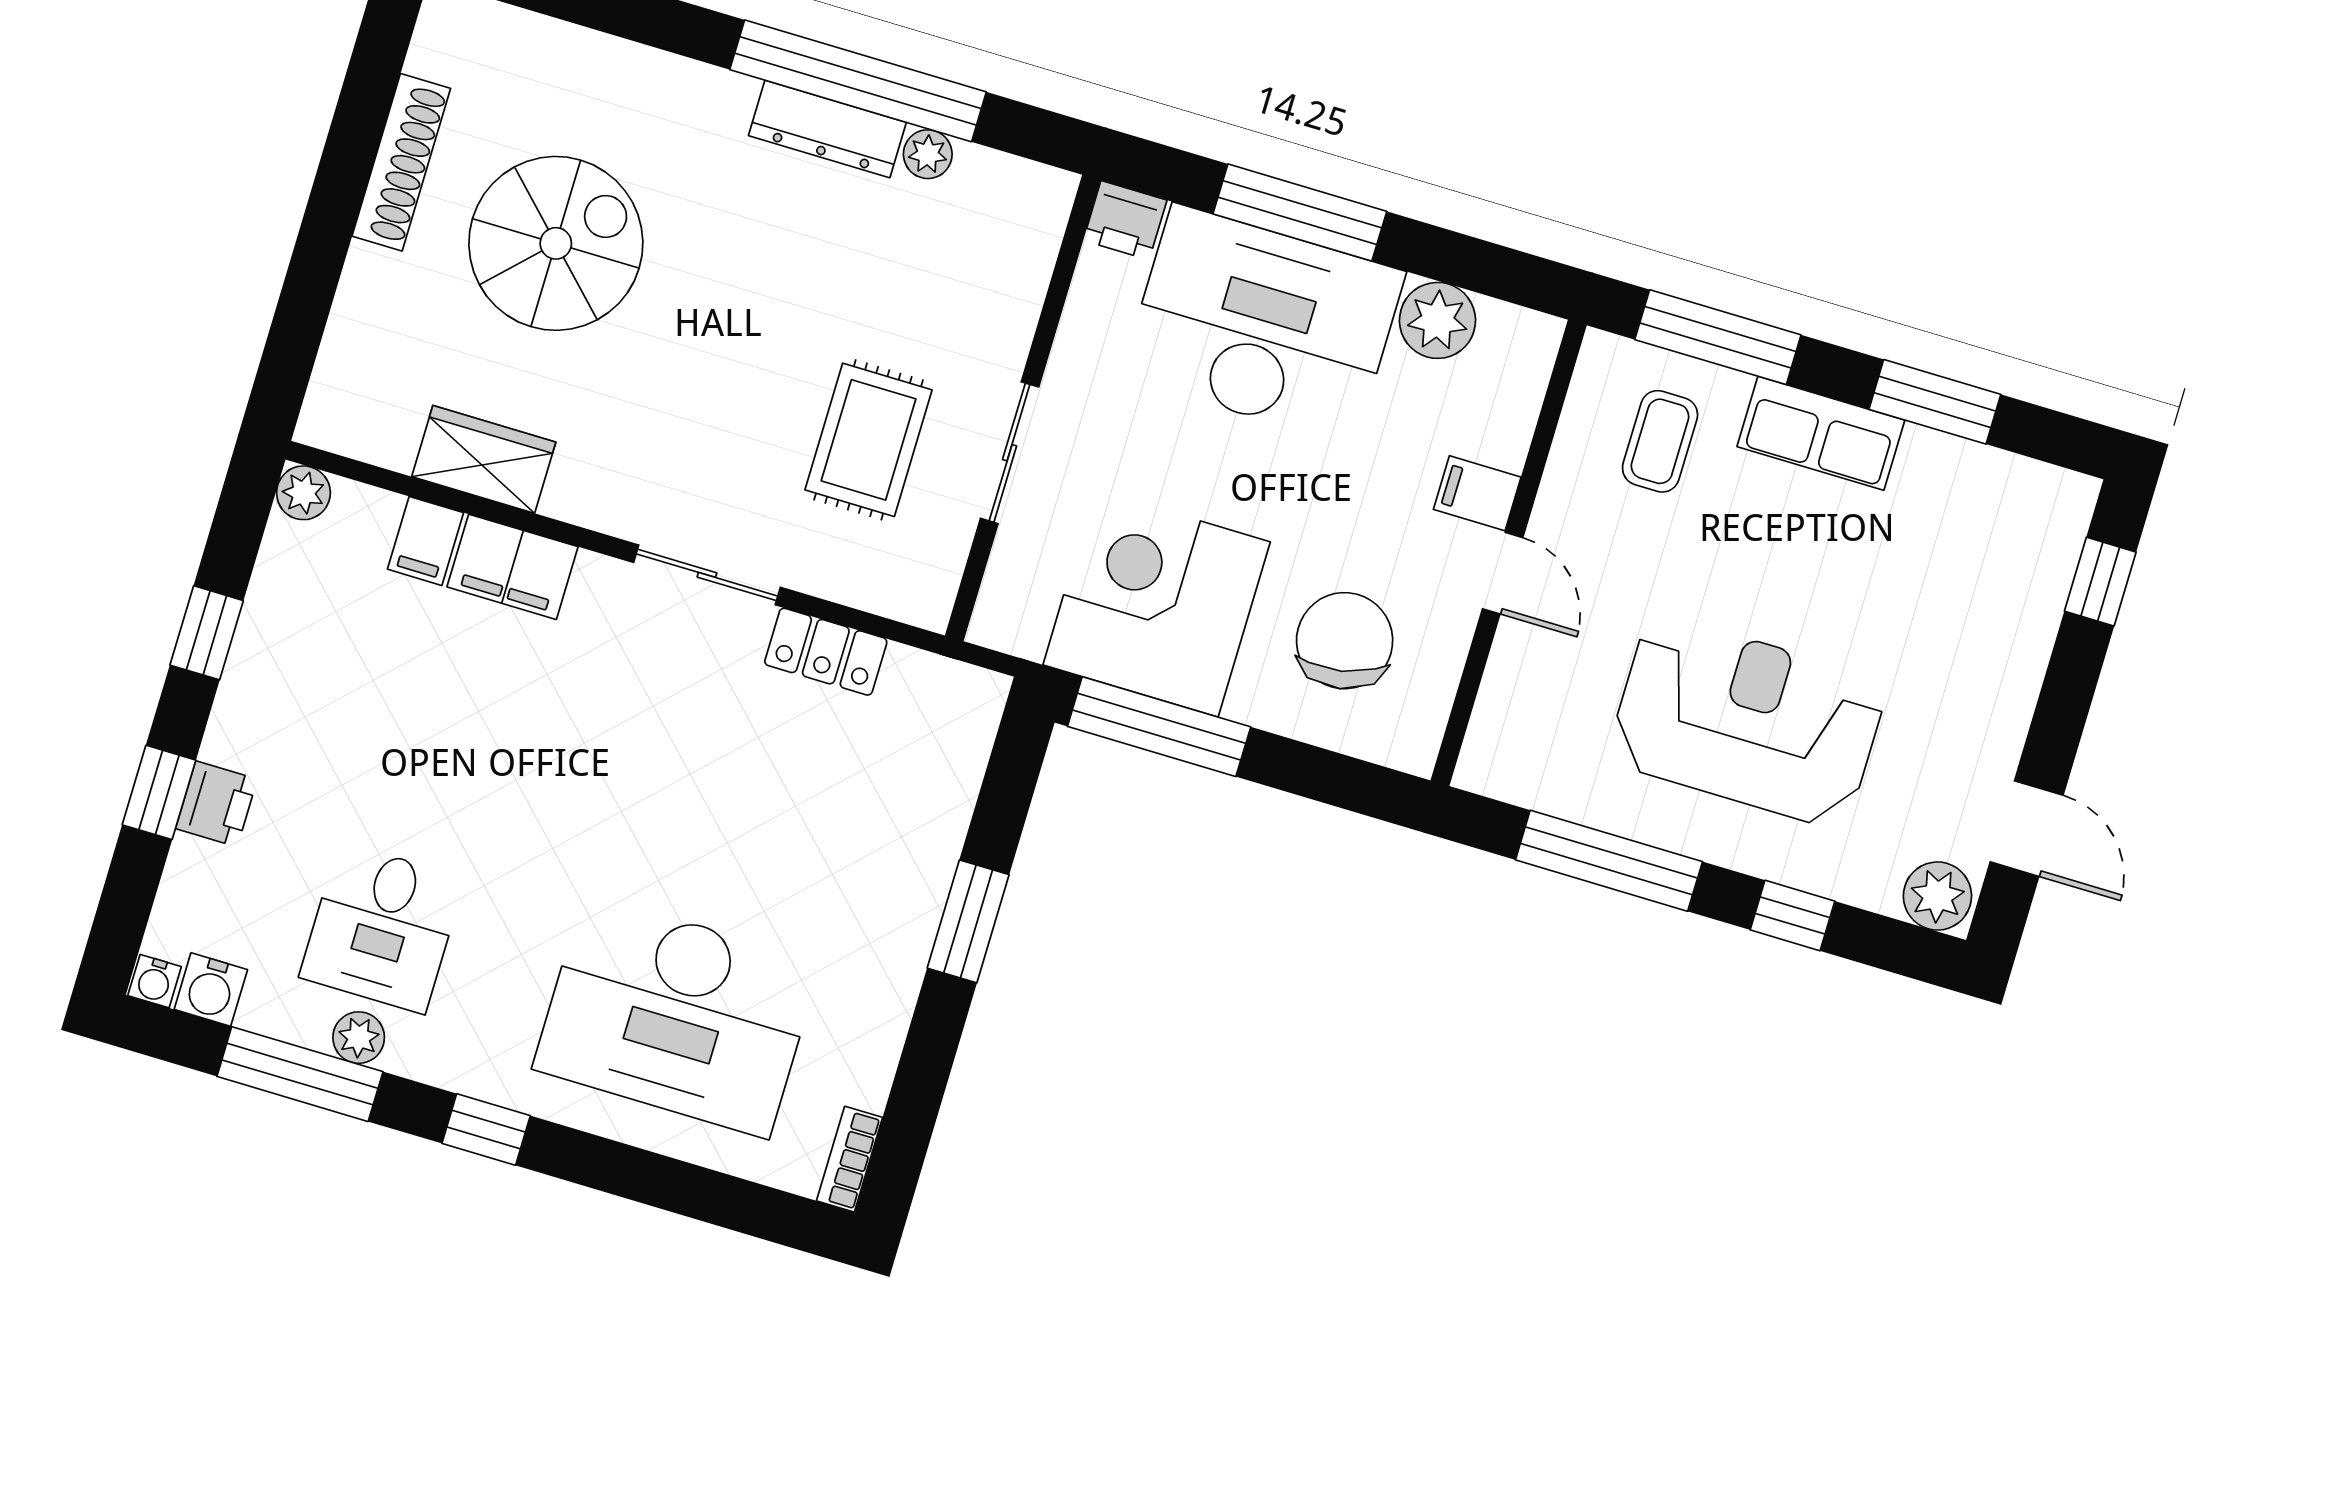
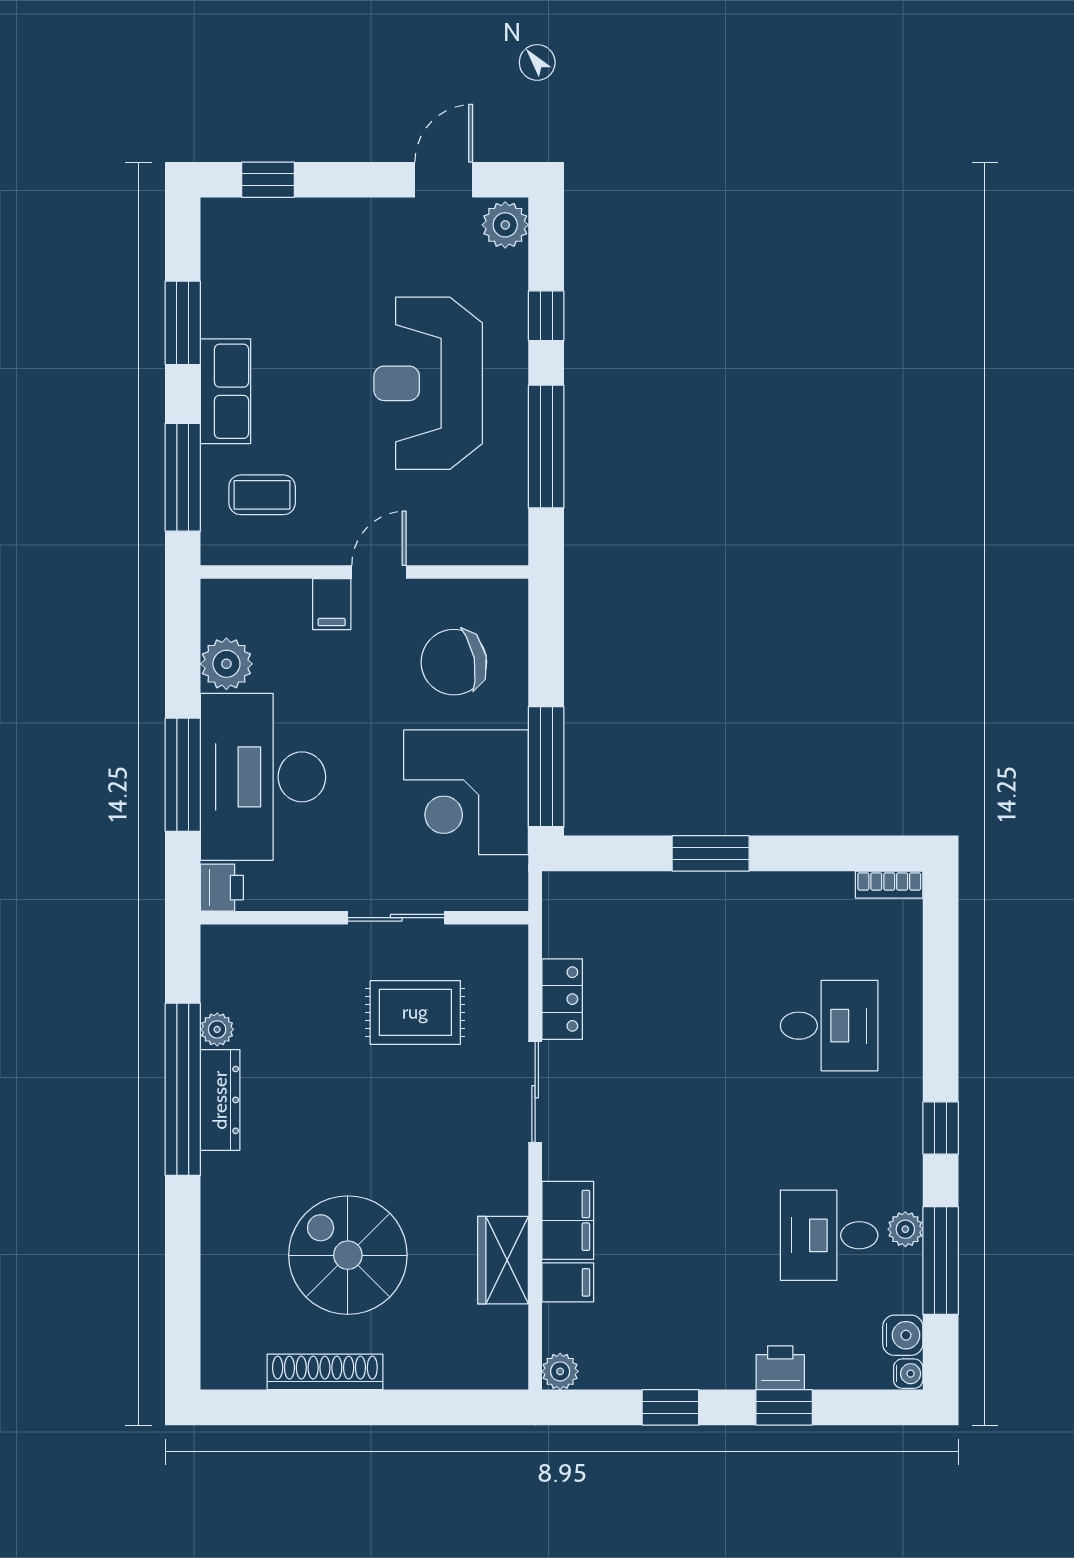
desk: (382, 928) -> (829, 1235), turned 180
desk: (677, 1016) -> (829, 1026), width x0.53, depth x0.77

